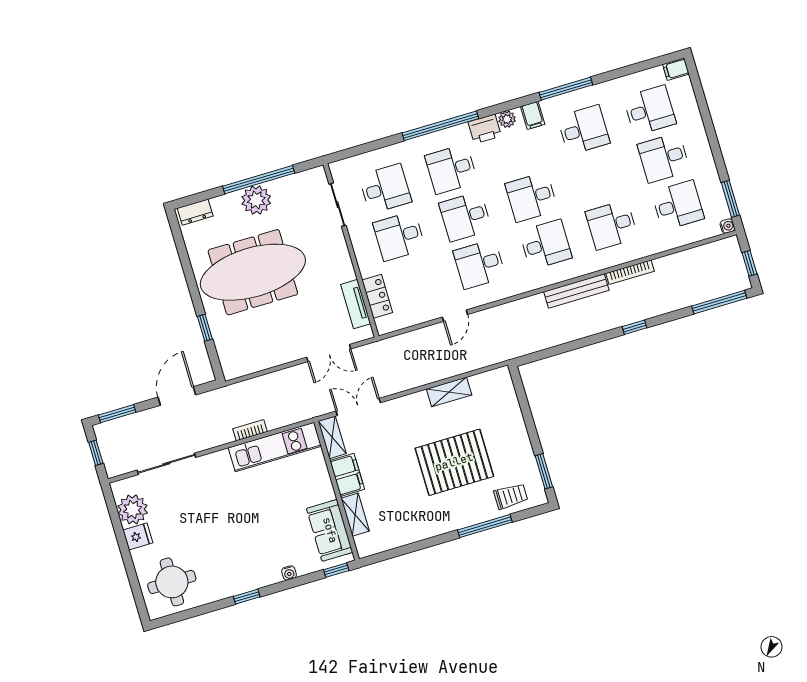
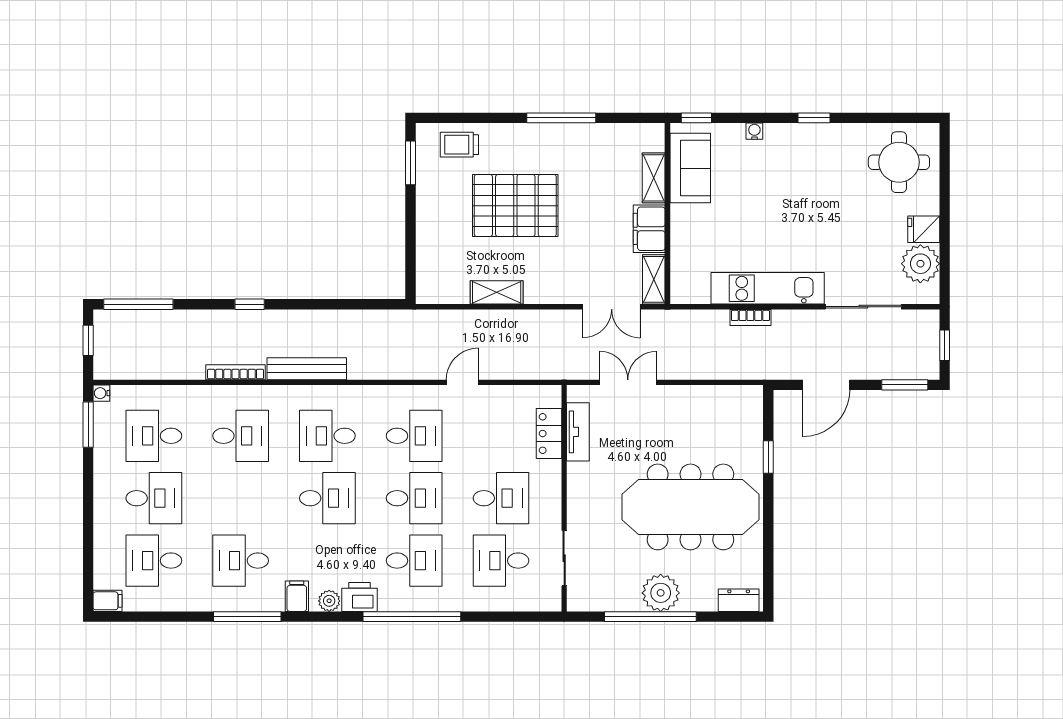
kitchen unit: (275, 447) -> (768, 288), moved
window: (485, 526) -> (561, 118), moved

